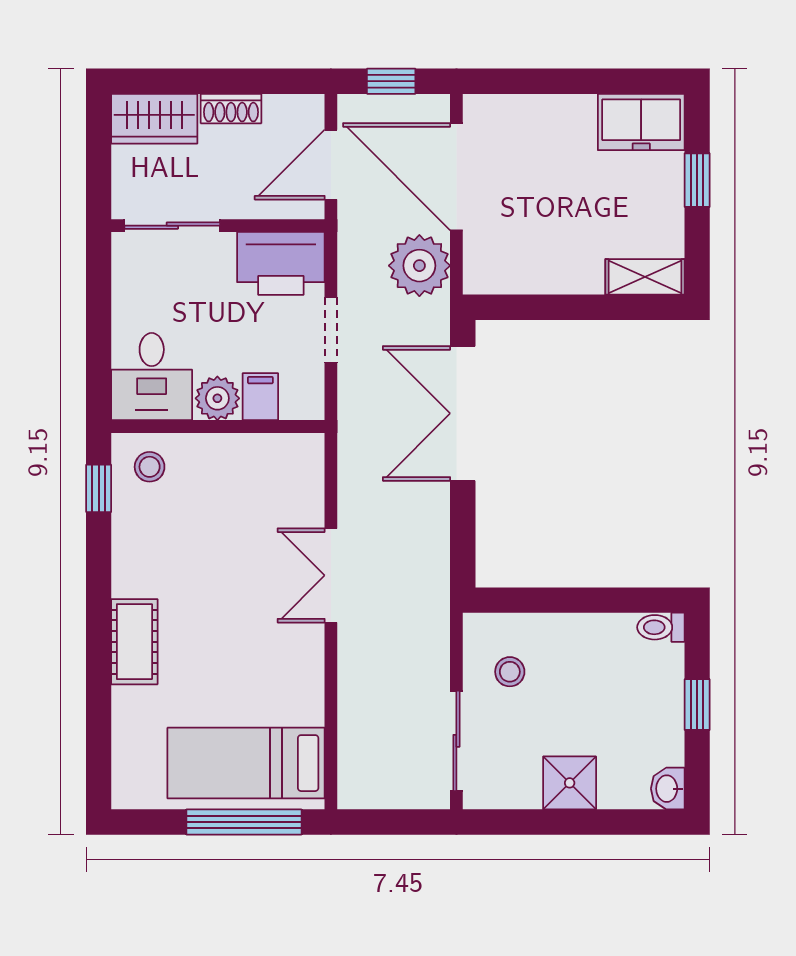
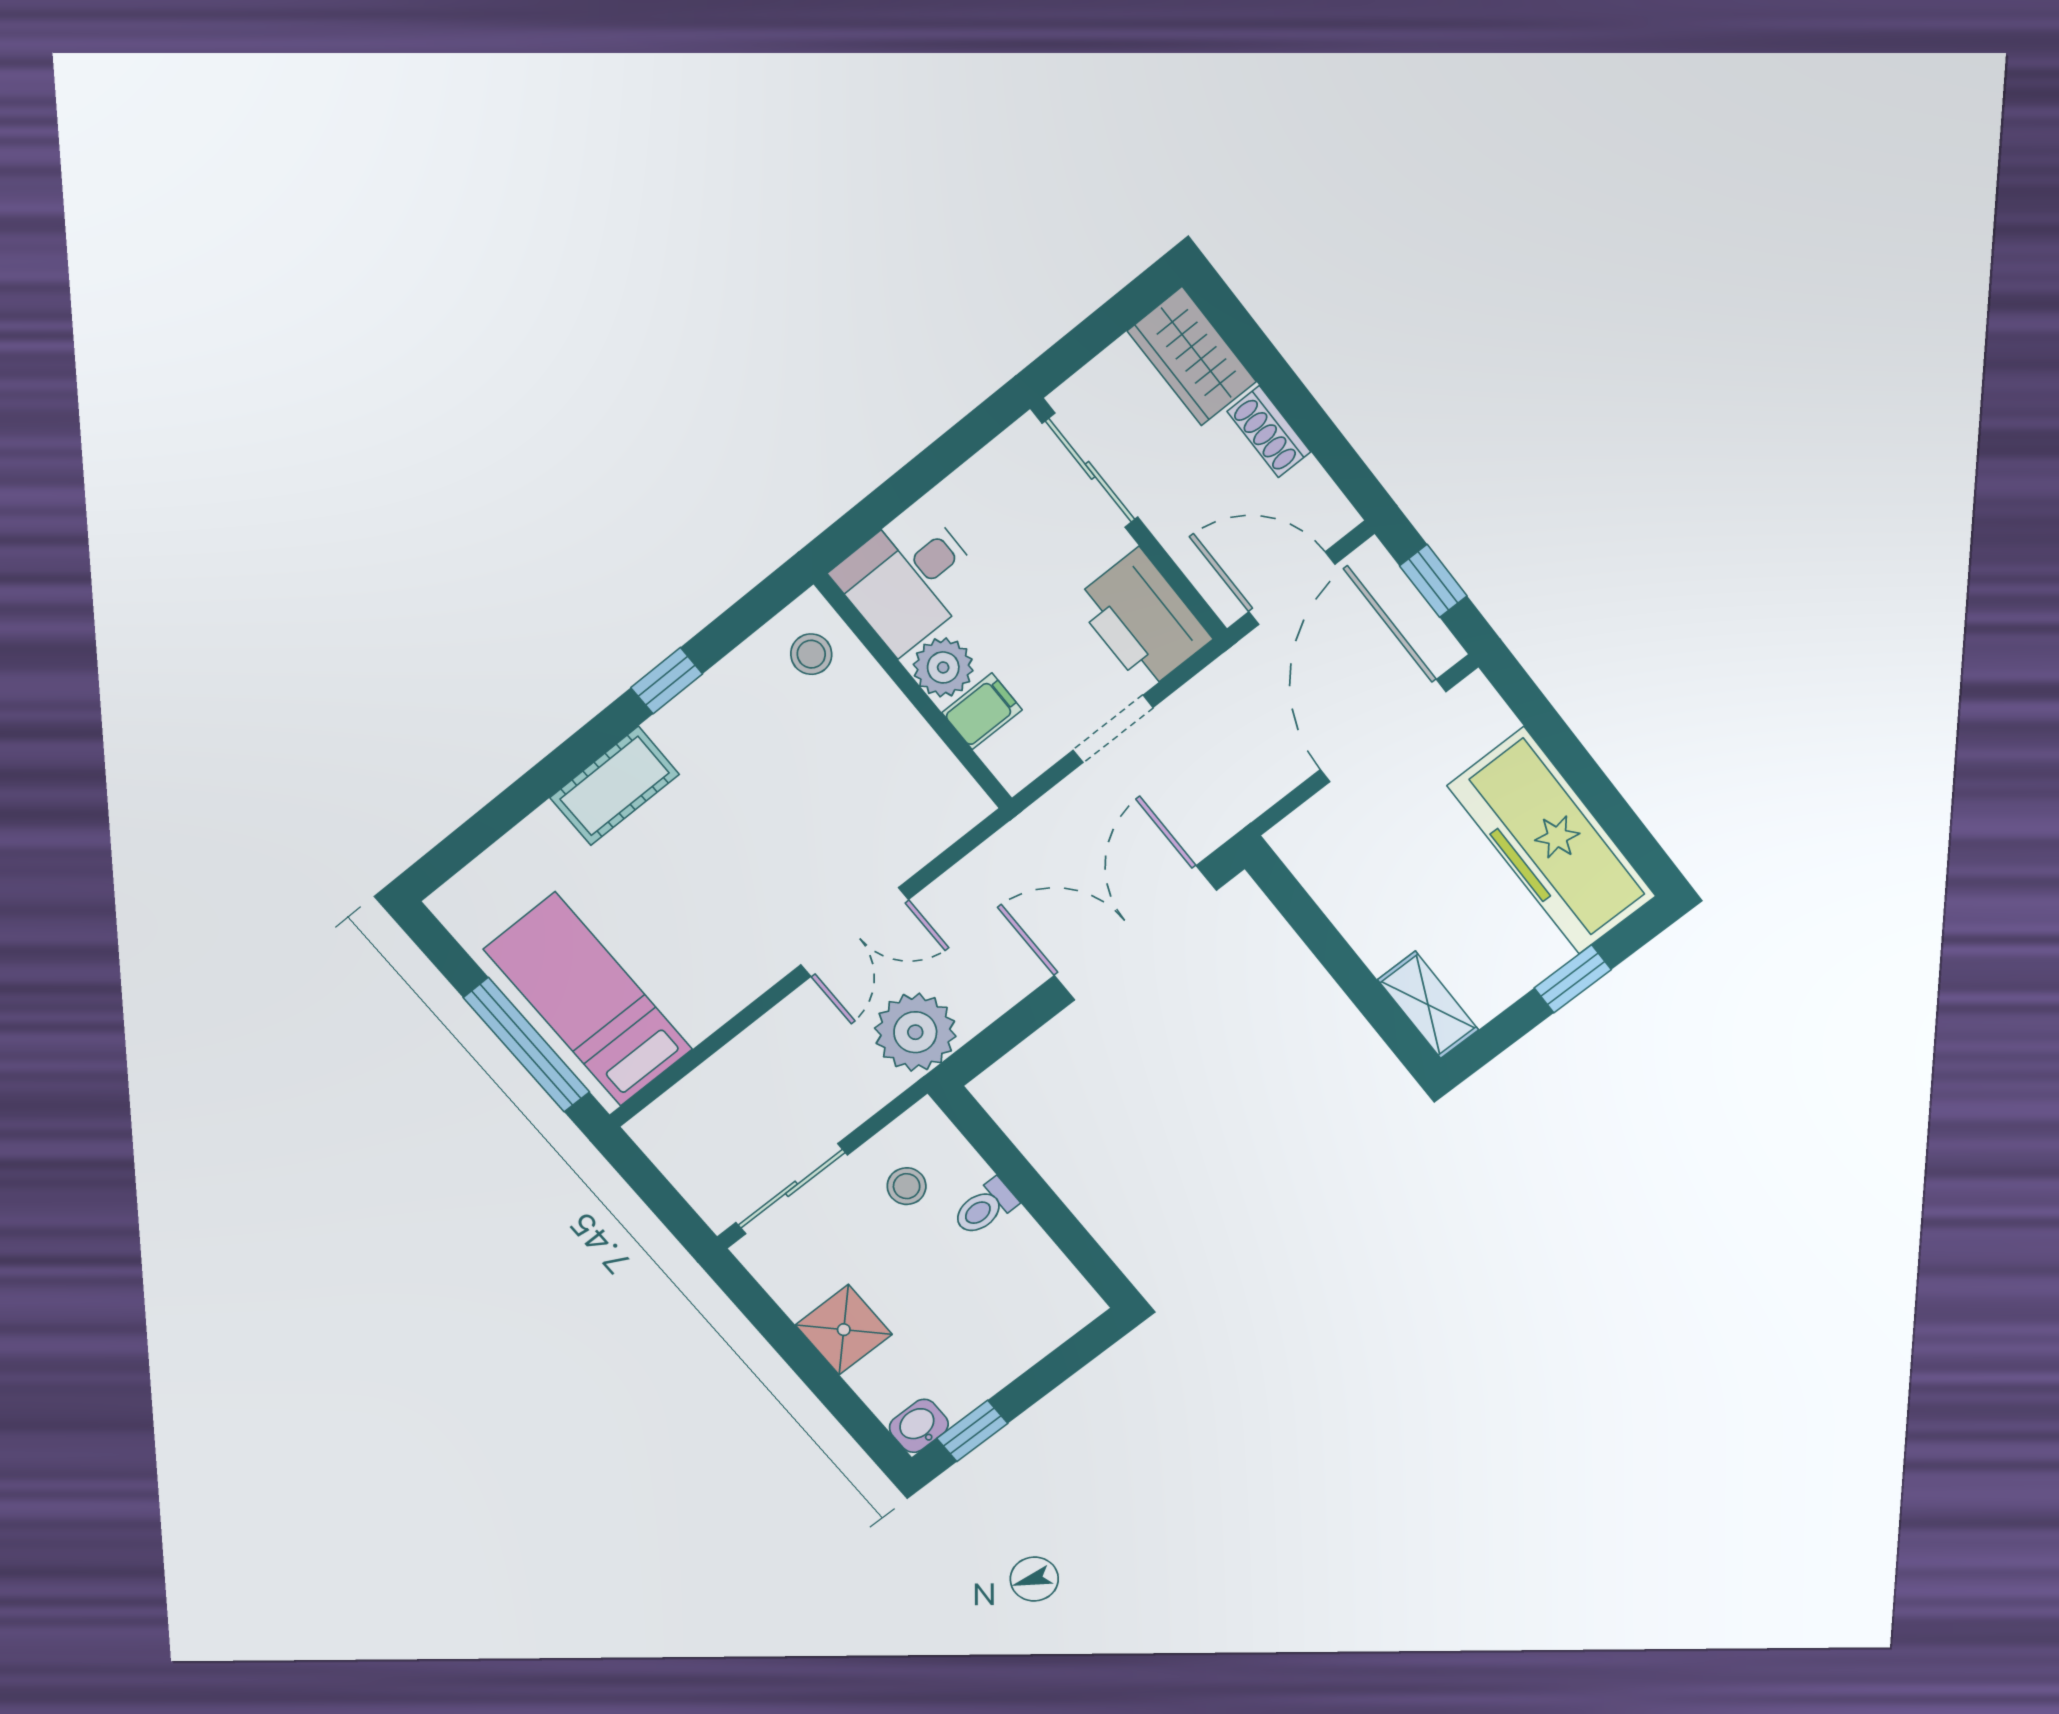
freezer: (641, 122) -> (1552, 841), width x1.91, depth x1.26
plant: (419, 266) -> (915, 1032), moved
window: (99, 488) -> (667, 681), moved
double door: (331, 575) -> (855, 932), swing flipped
toilet: (661, 627) -> (985, 1207), moved, turned -90
window: (697, 705) -> (972, 1431), moved

